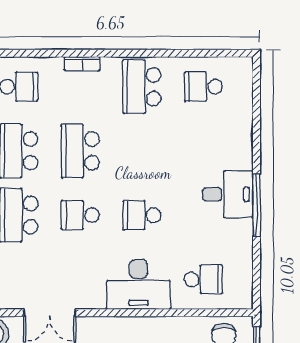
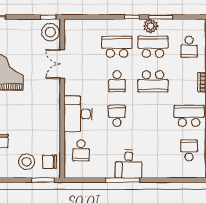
school desk: (80, 151) -> (153, 81), turned 180
school desk: (80, 215) -> (117, 81), turned 180

